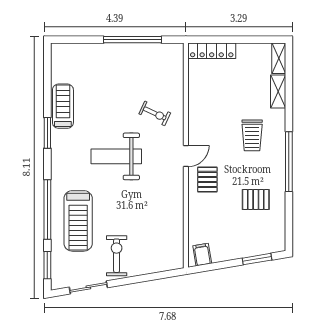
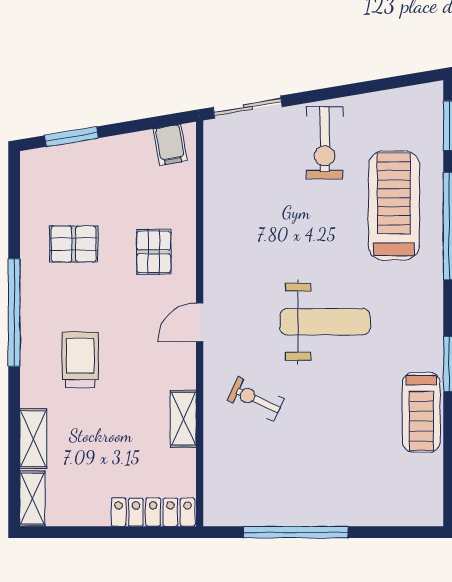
shelving: (195, 103) -> (183, 419), added
pallet: (207, 179) -> (154, 252), moved
sliding door: (88, 287) -> (248, 107), moved

